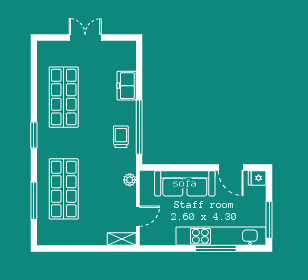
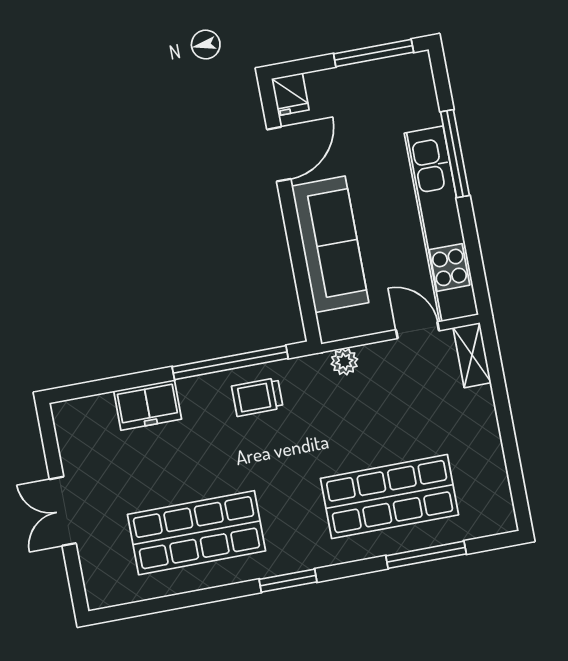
kitchen unit: (221, 236) -> (441, 224), moved

